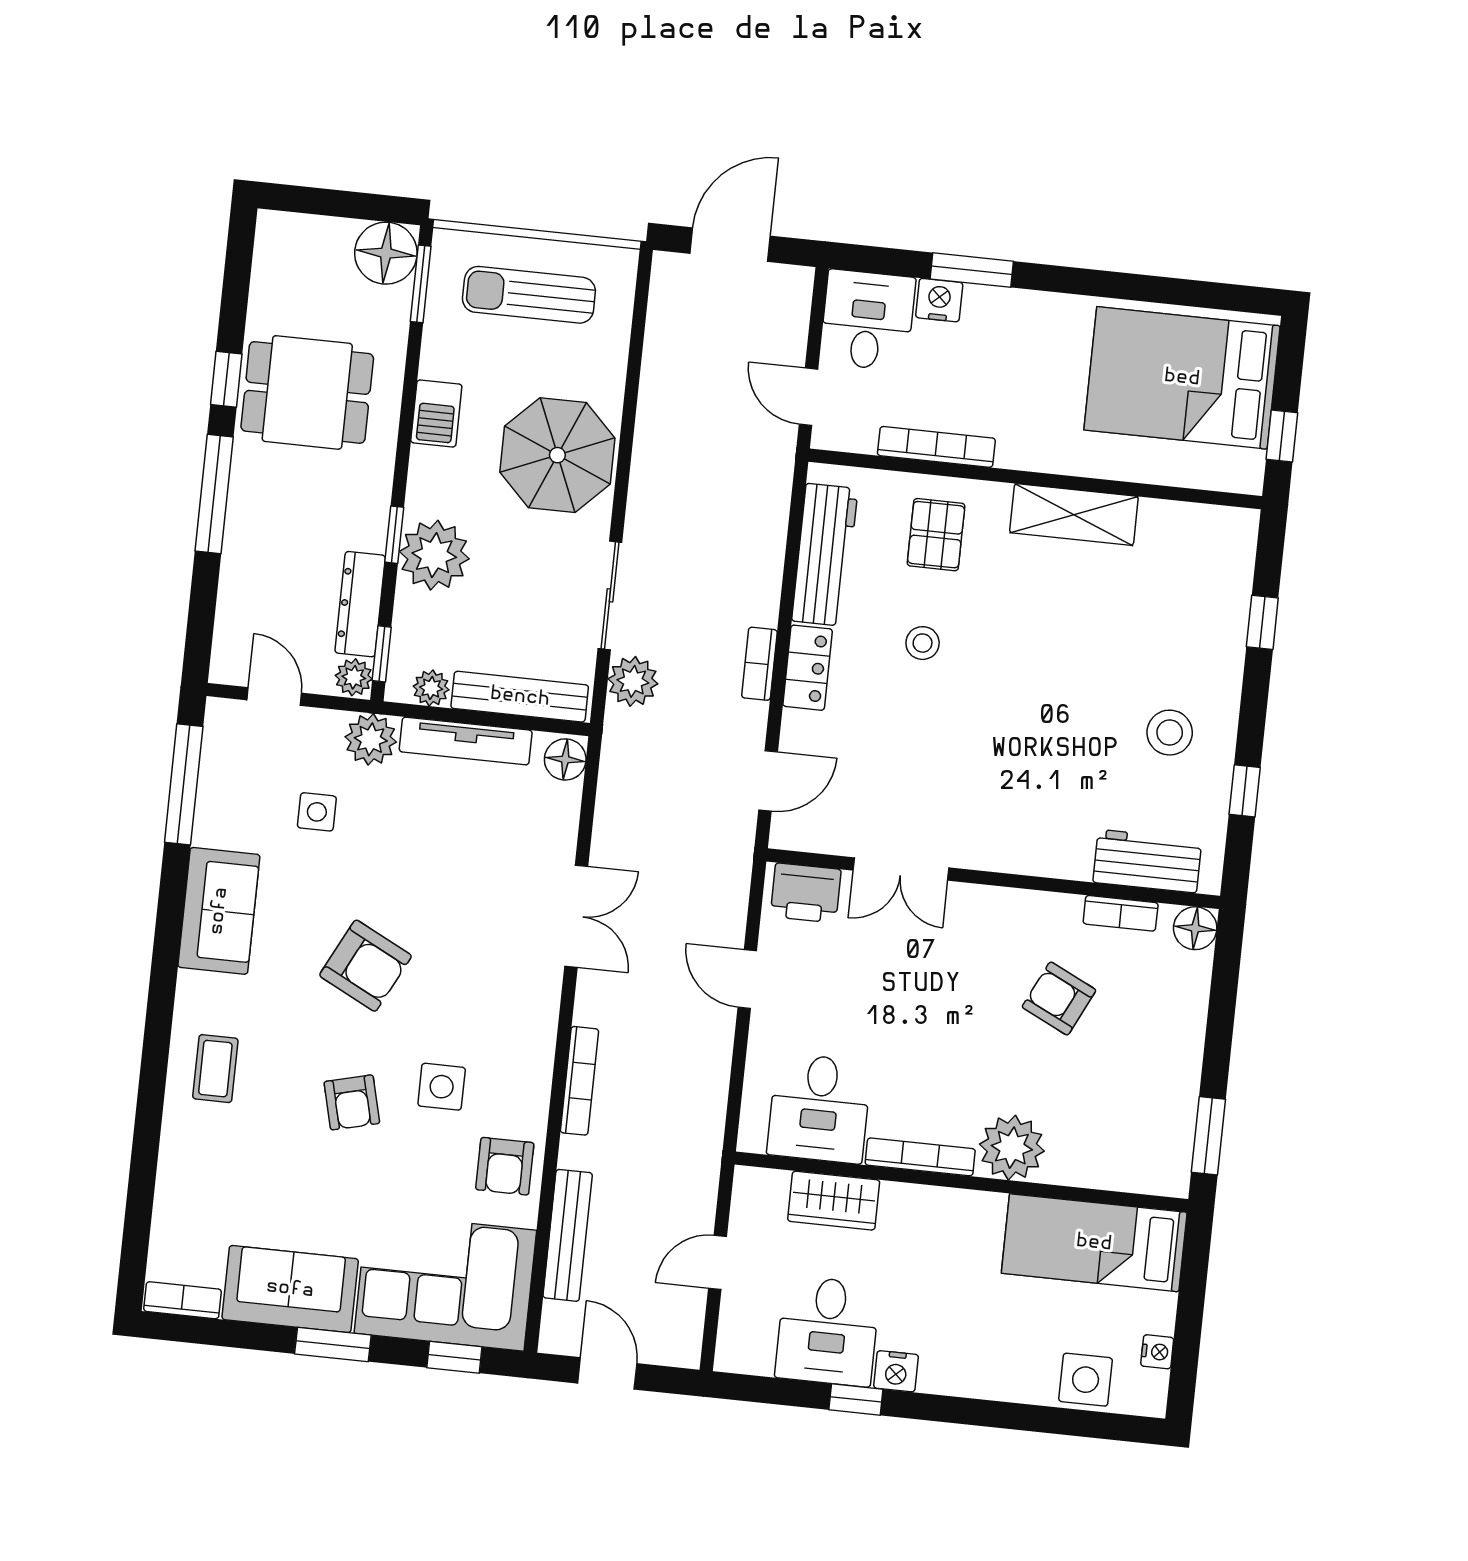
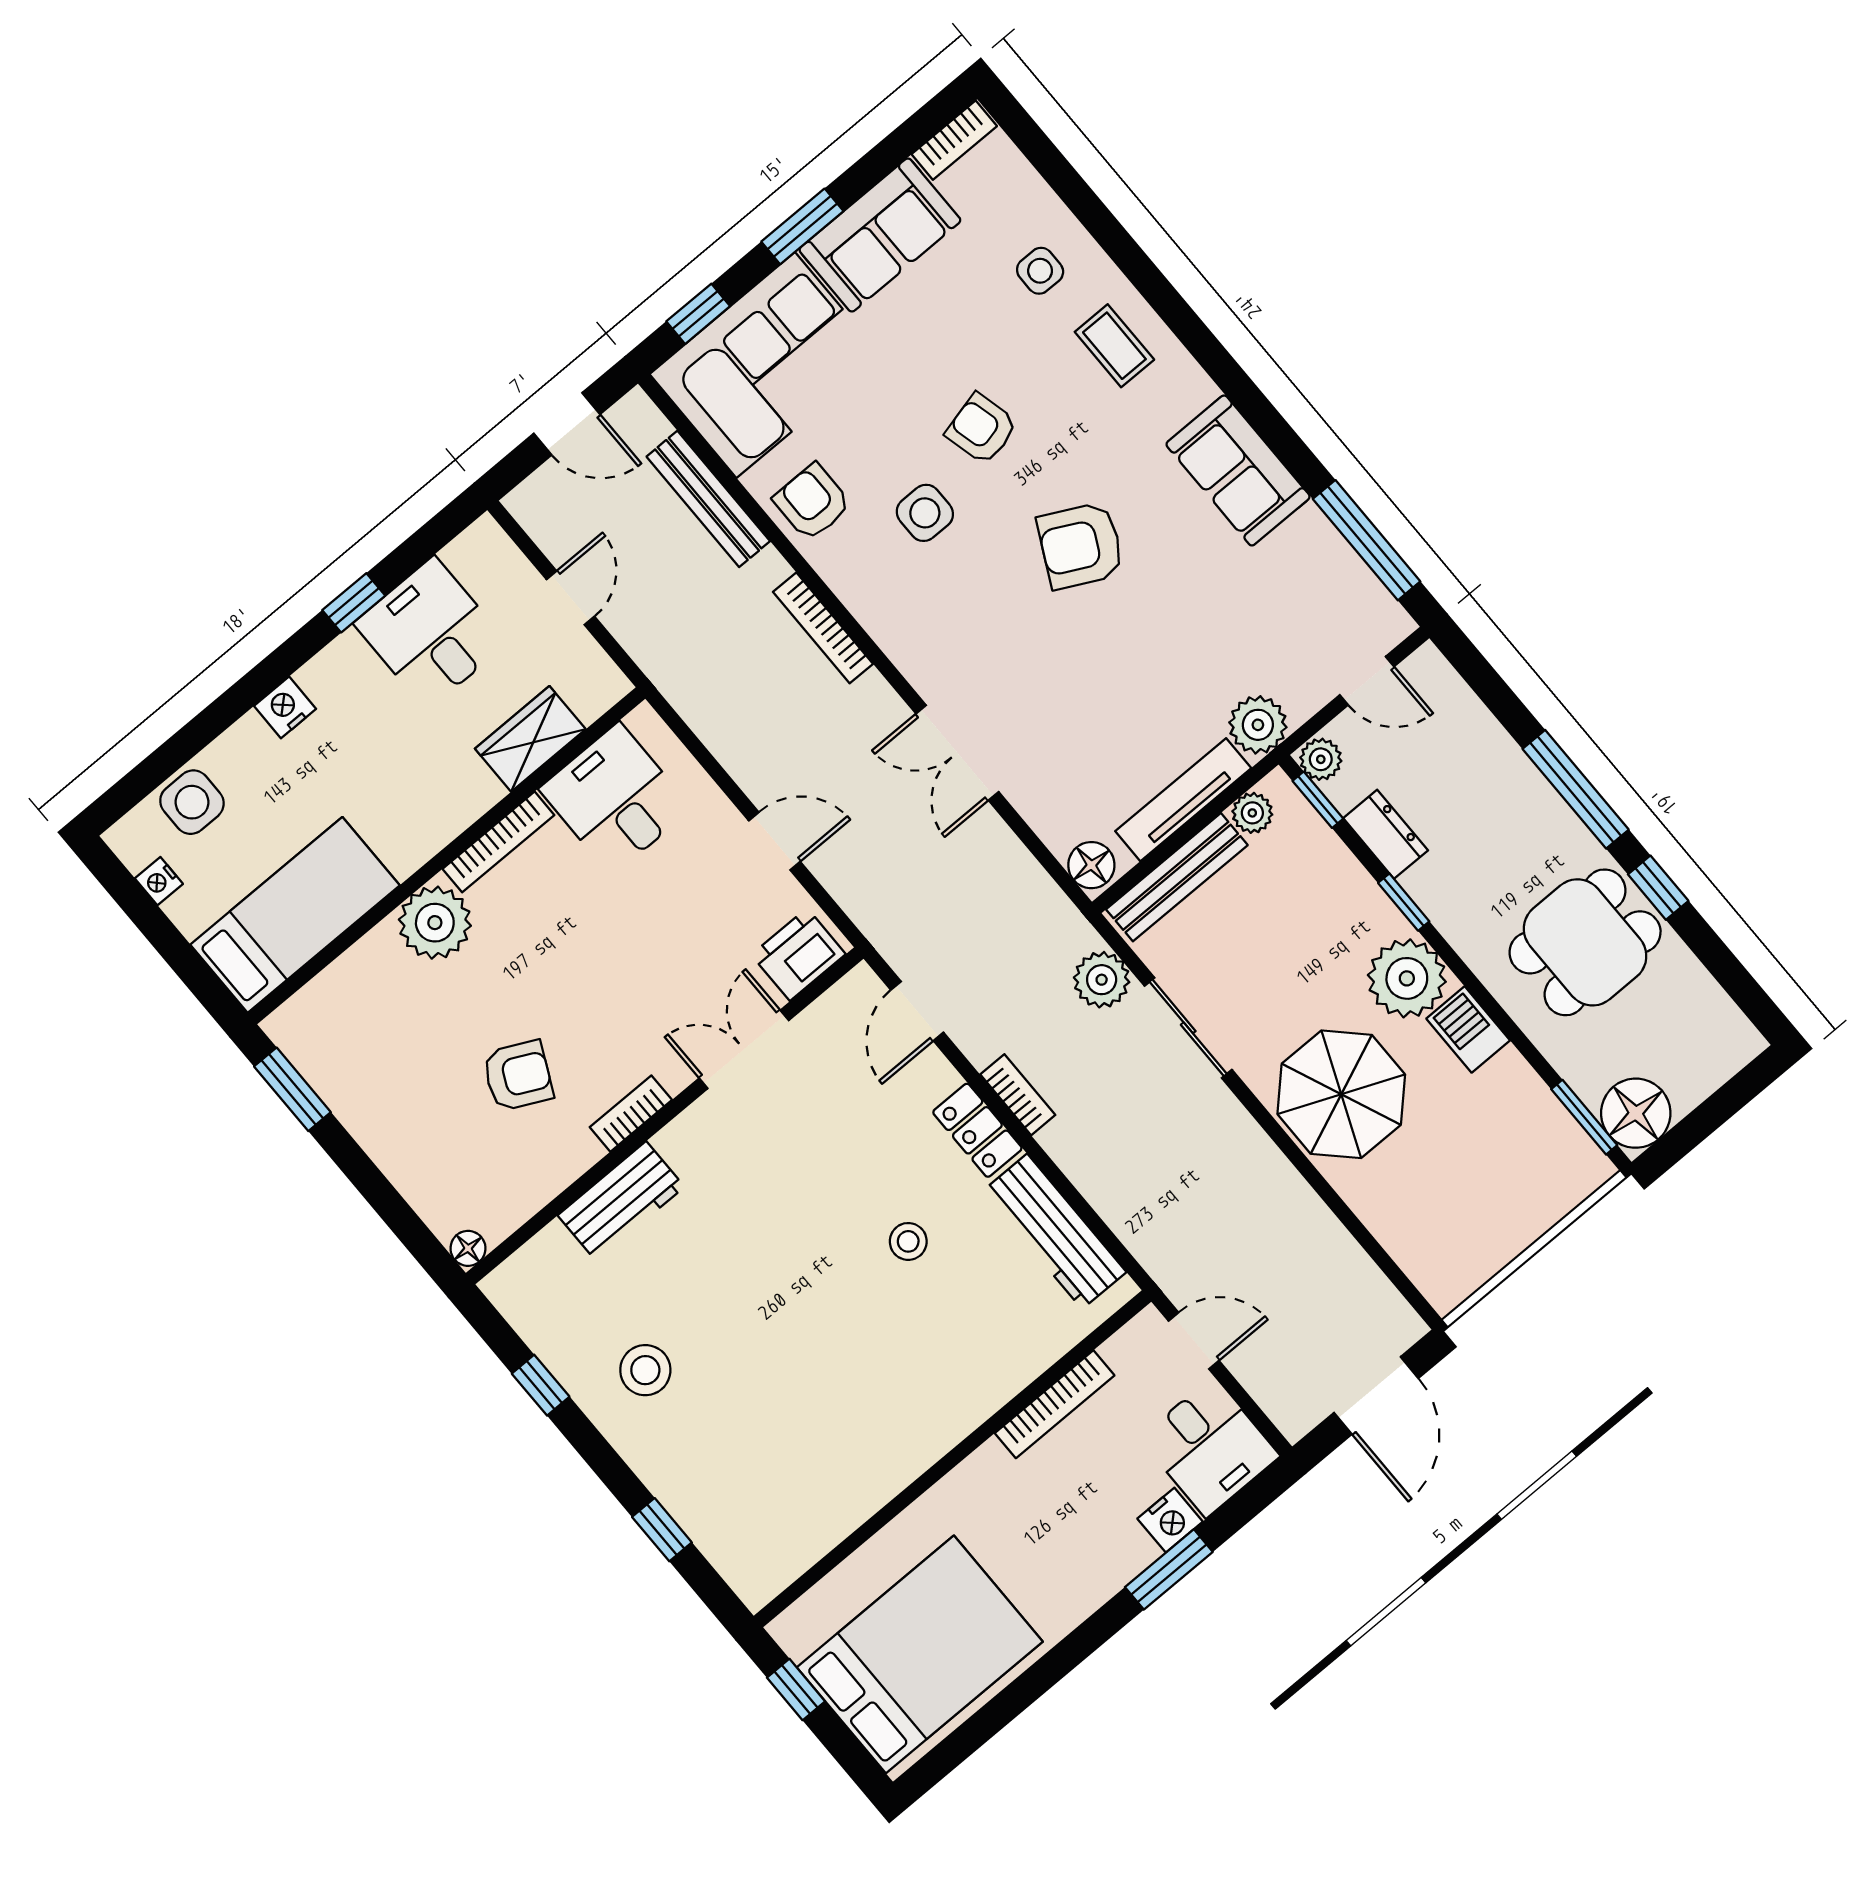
sun lounger: (529, 295) -> (1492, 1196), removed
shelving: (1074, 515) -> (894, 1462), removed
pallet: (936, 535) -> (985, 1336), removed
plant: (434, 555) -> (1407, 978), moved
dresser: (360, 604) -> (1386, 834), width x0.70
side table: (317, 812) -> (1040, 271), moved
workbench: (1147, 861) -> (621, 1201), moved
bookcase: (1121, 913) -> (631, 1114), moved
floor lamp: (1195, 928) -> (468, 1248), width x0.73, depth x0.73
nightstand: (896, 1371) -> (285, 707), moved

